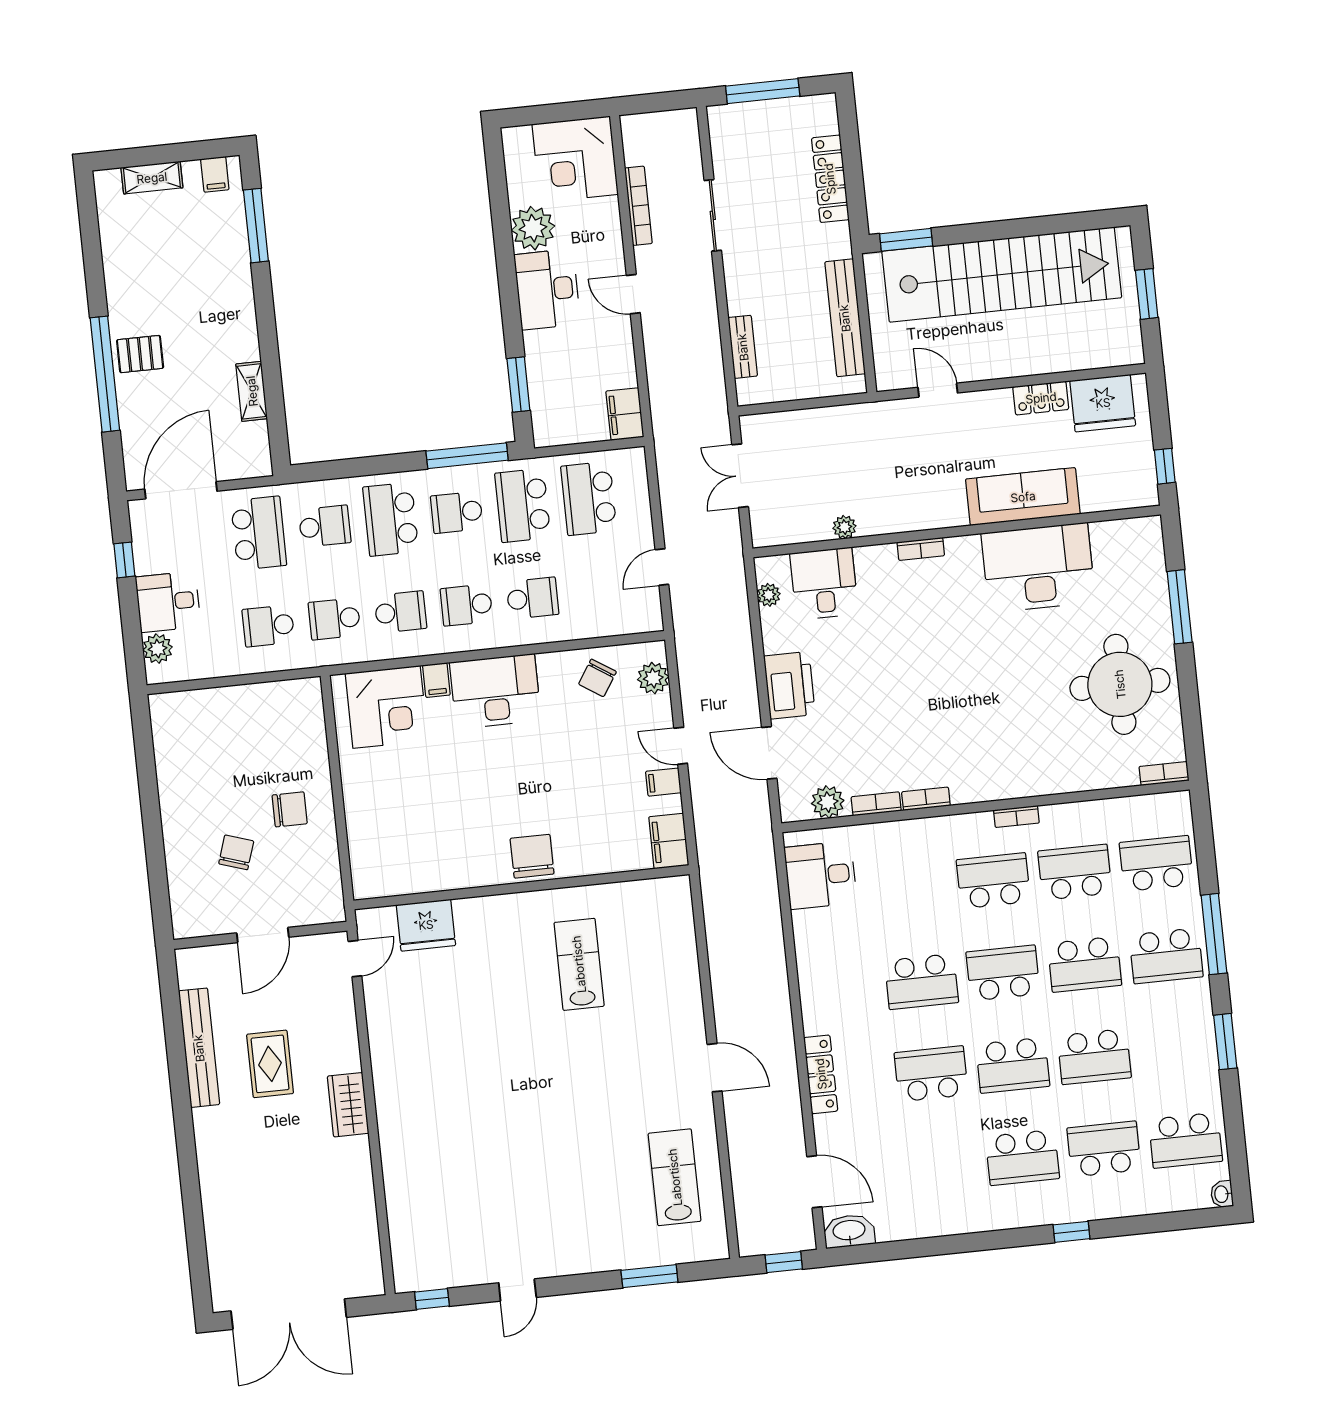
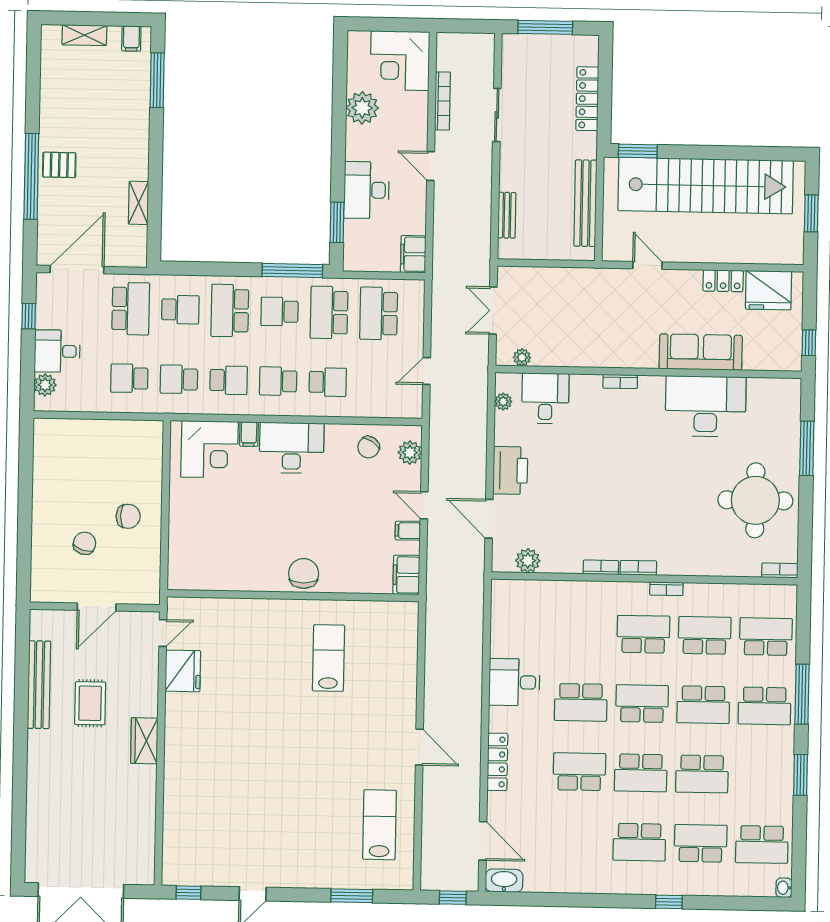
desk: (547, 289) -> (366, 190), moved
plant: (844, 527) -> (522, 357), moved
bookcase: (876, 804) -> (638, 568), moved
desk: (820, 875) -> (514, 682), moved
fridge: (426, 925) -> (183, 671), moved, turned -90

